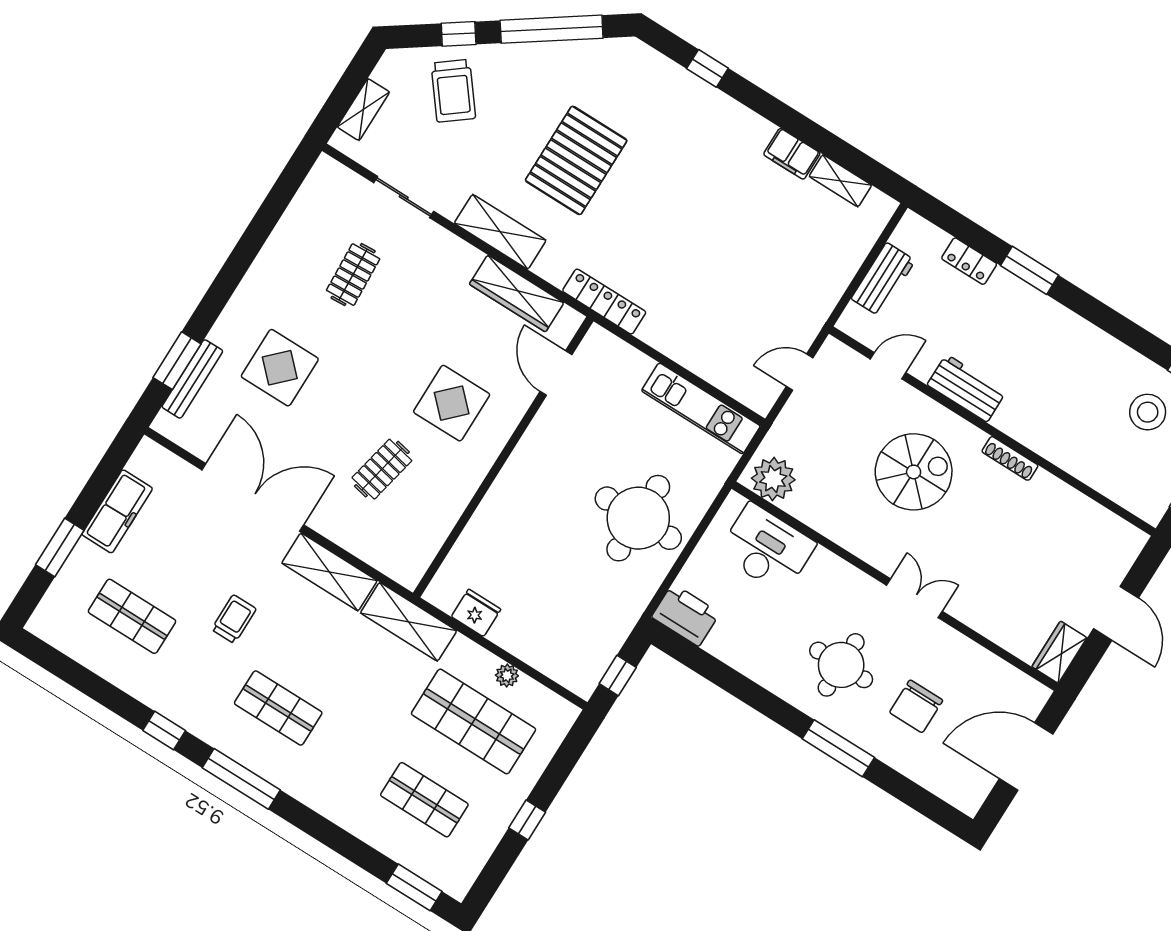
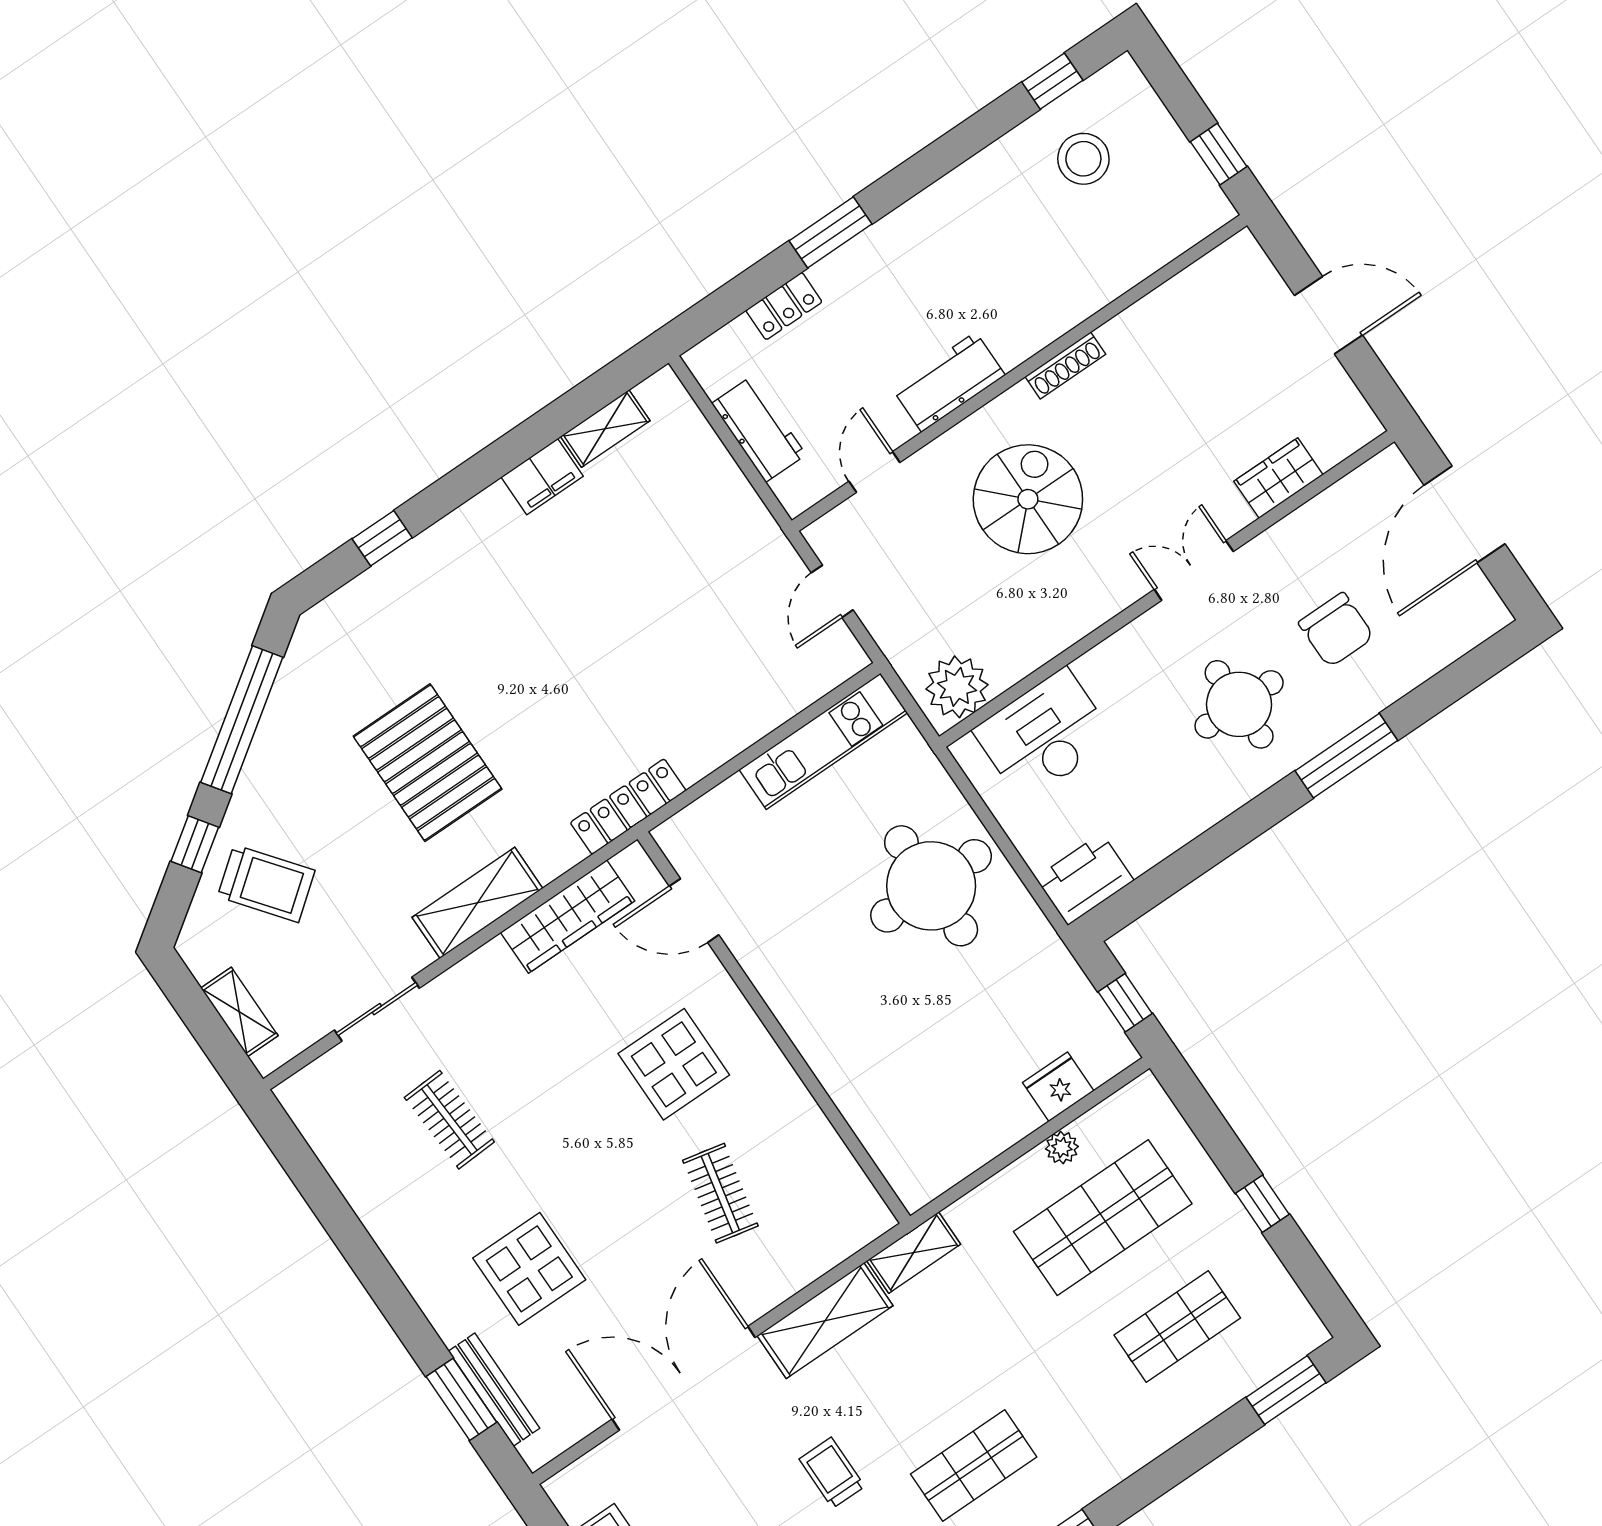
fridge: (476, 613) -> (1058, 1087), moved
shelving: (409, 622) -> (914, 1253), width x0.67, depth x0.75
wardrobe: (1059, 652) -> (1278, 478), moved, turned 90

